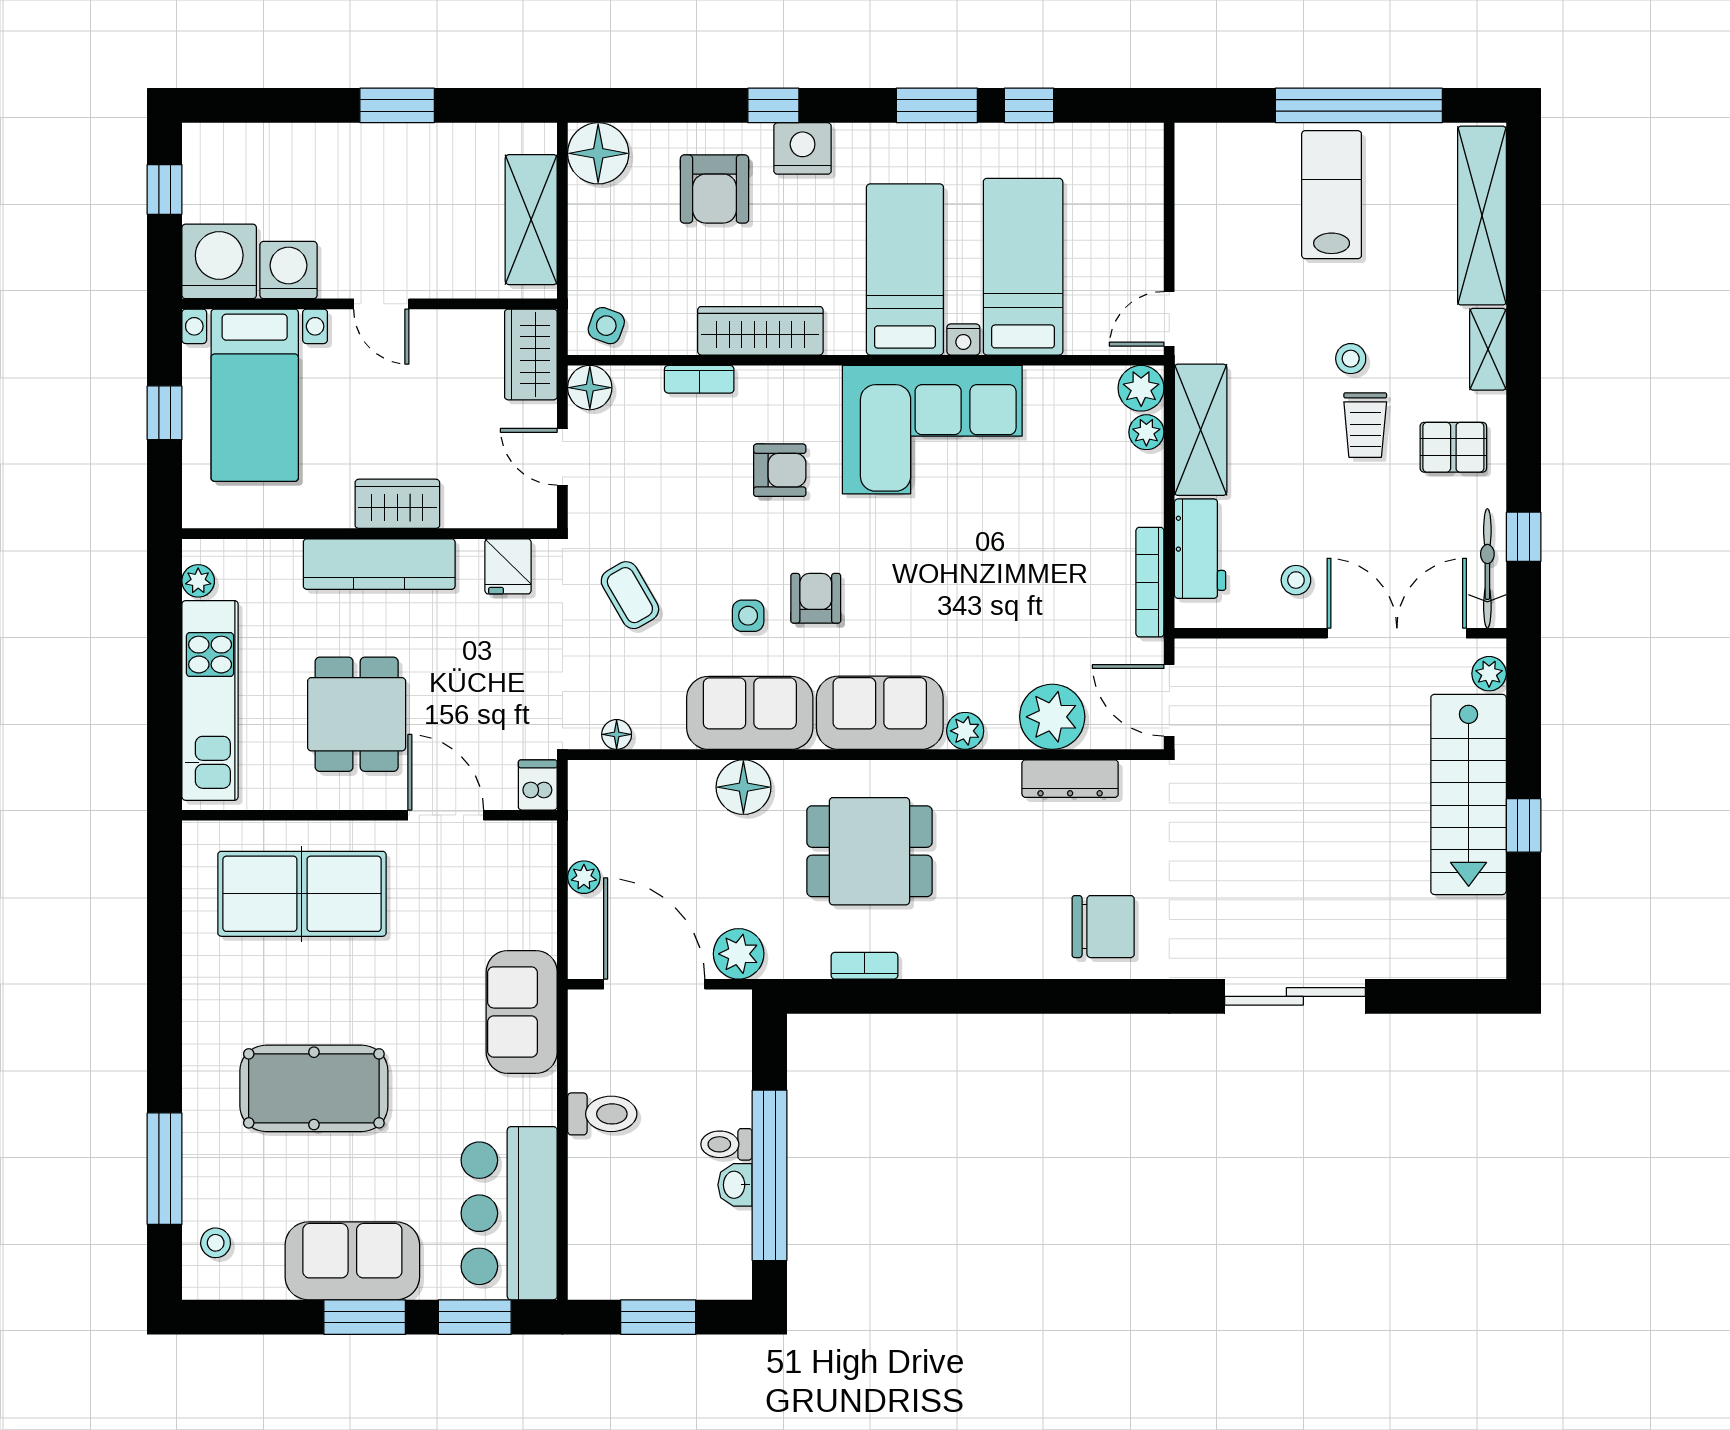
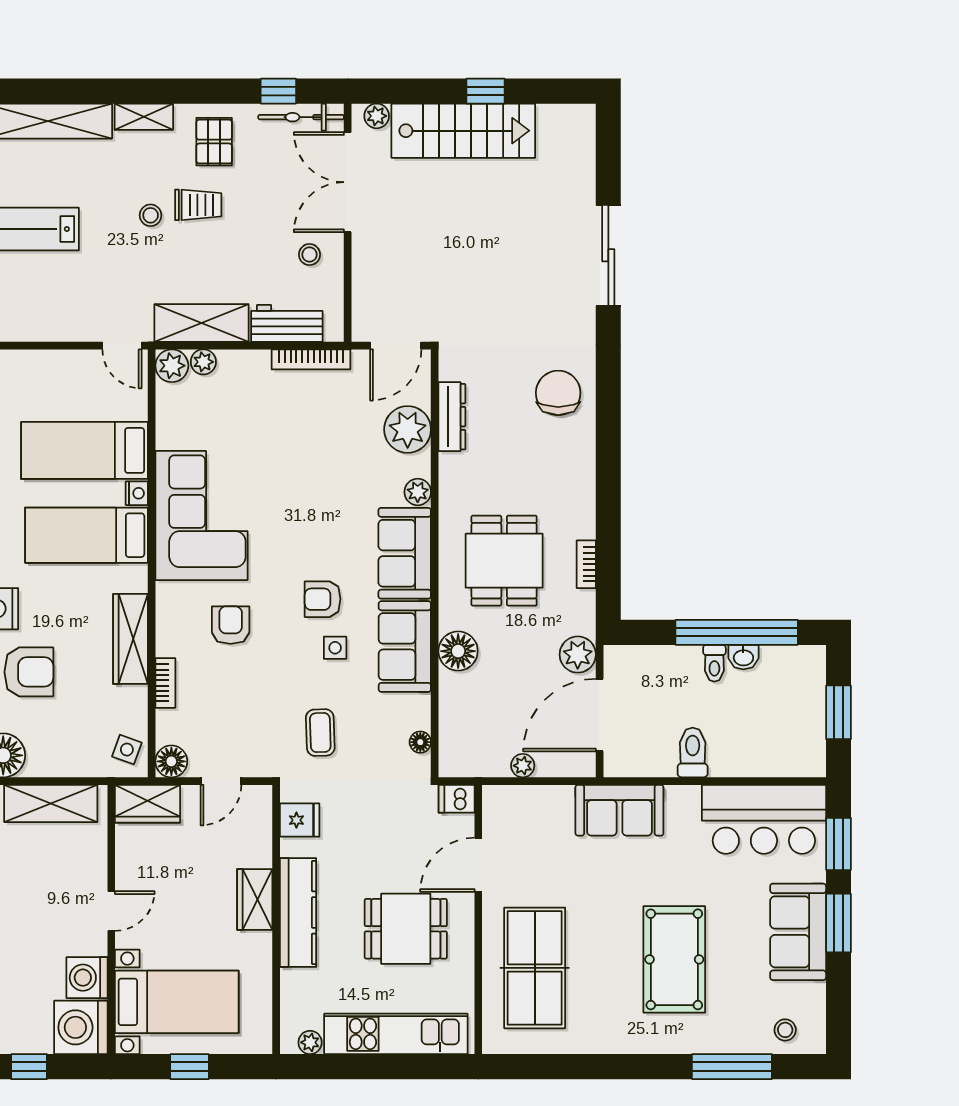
coffee table: (630, 595) -> (320, 733), turned -62

